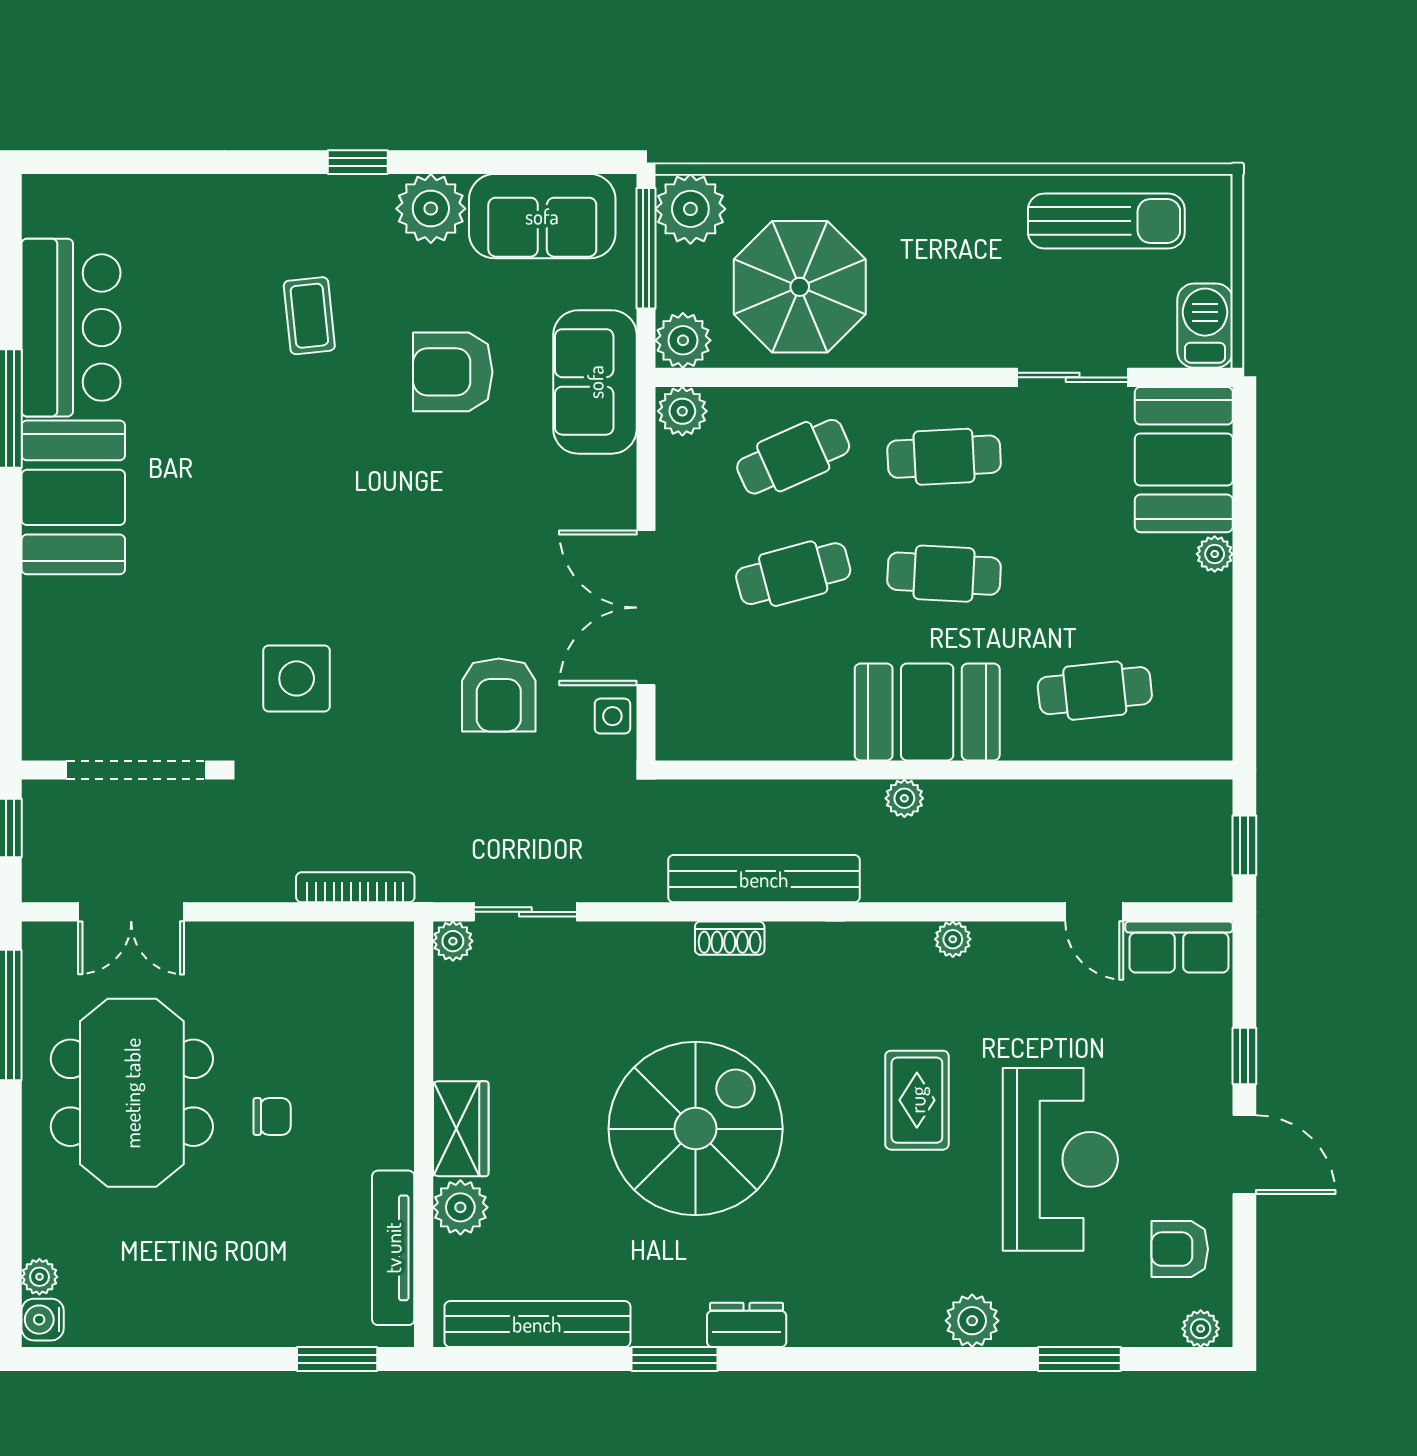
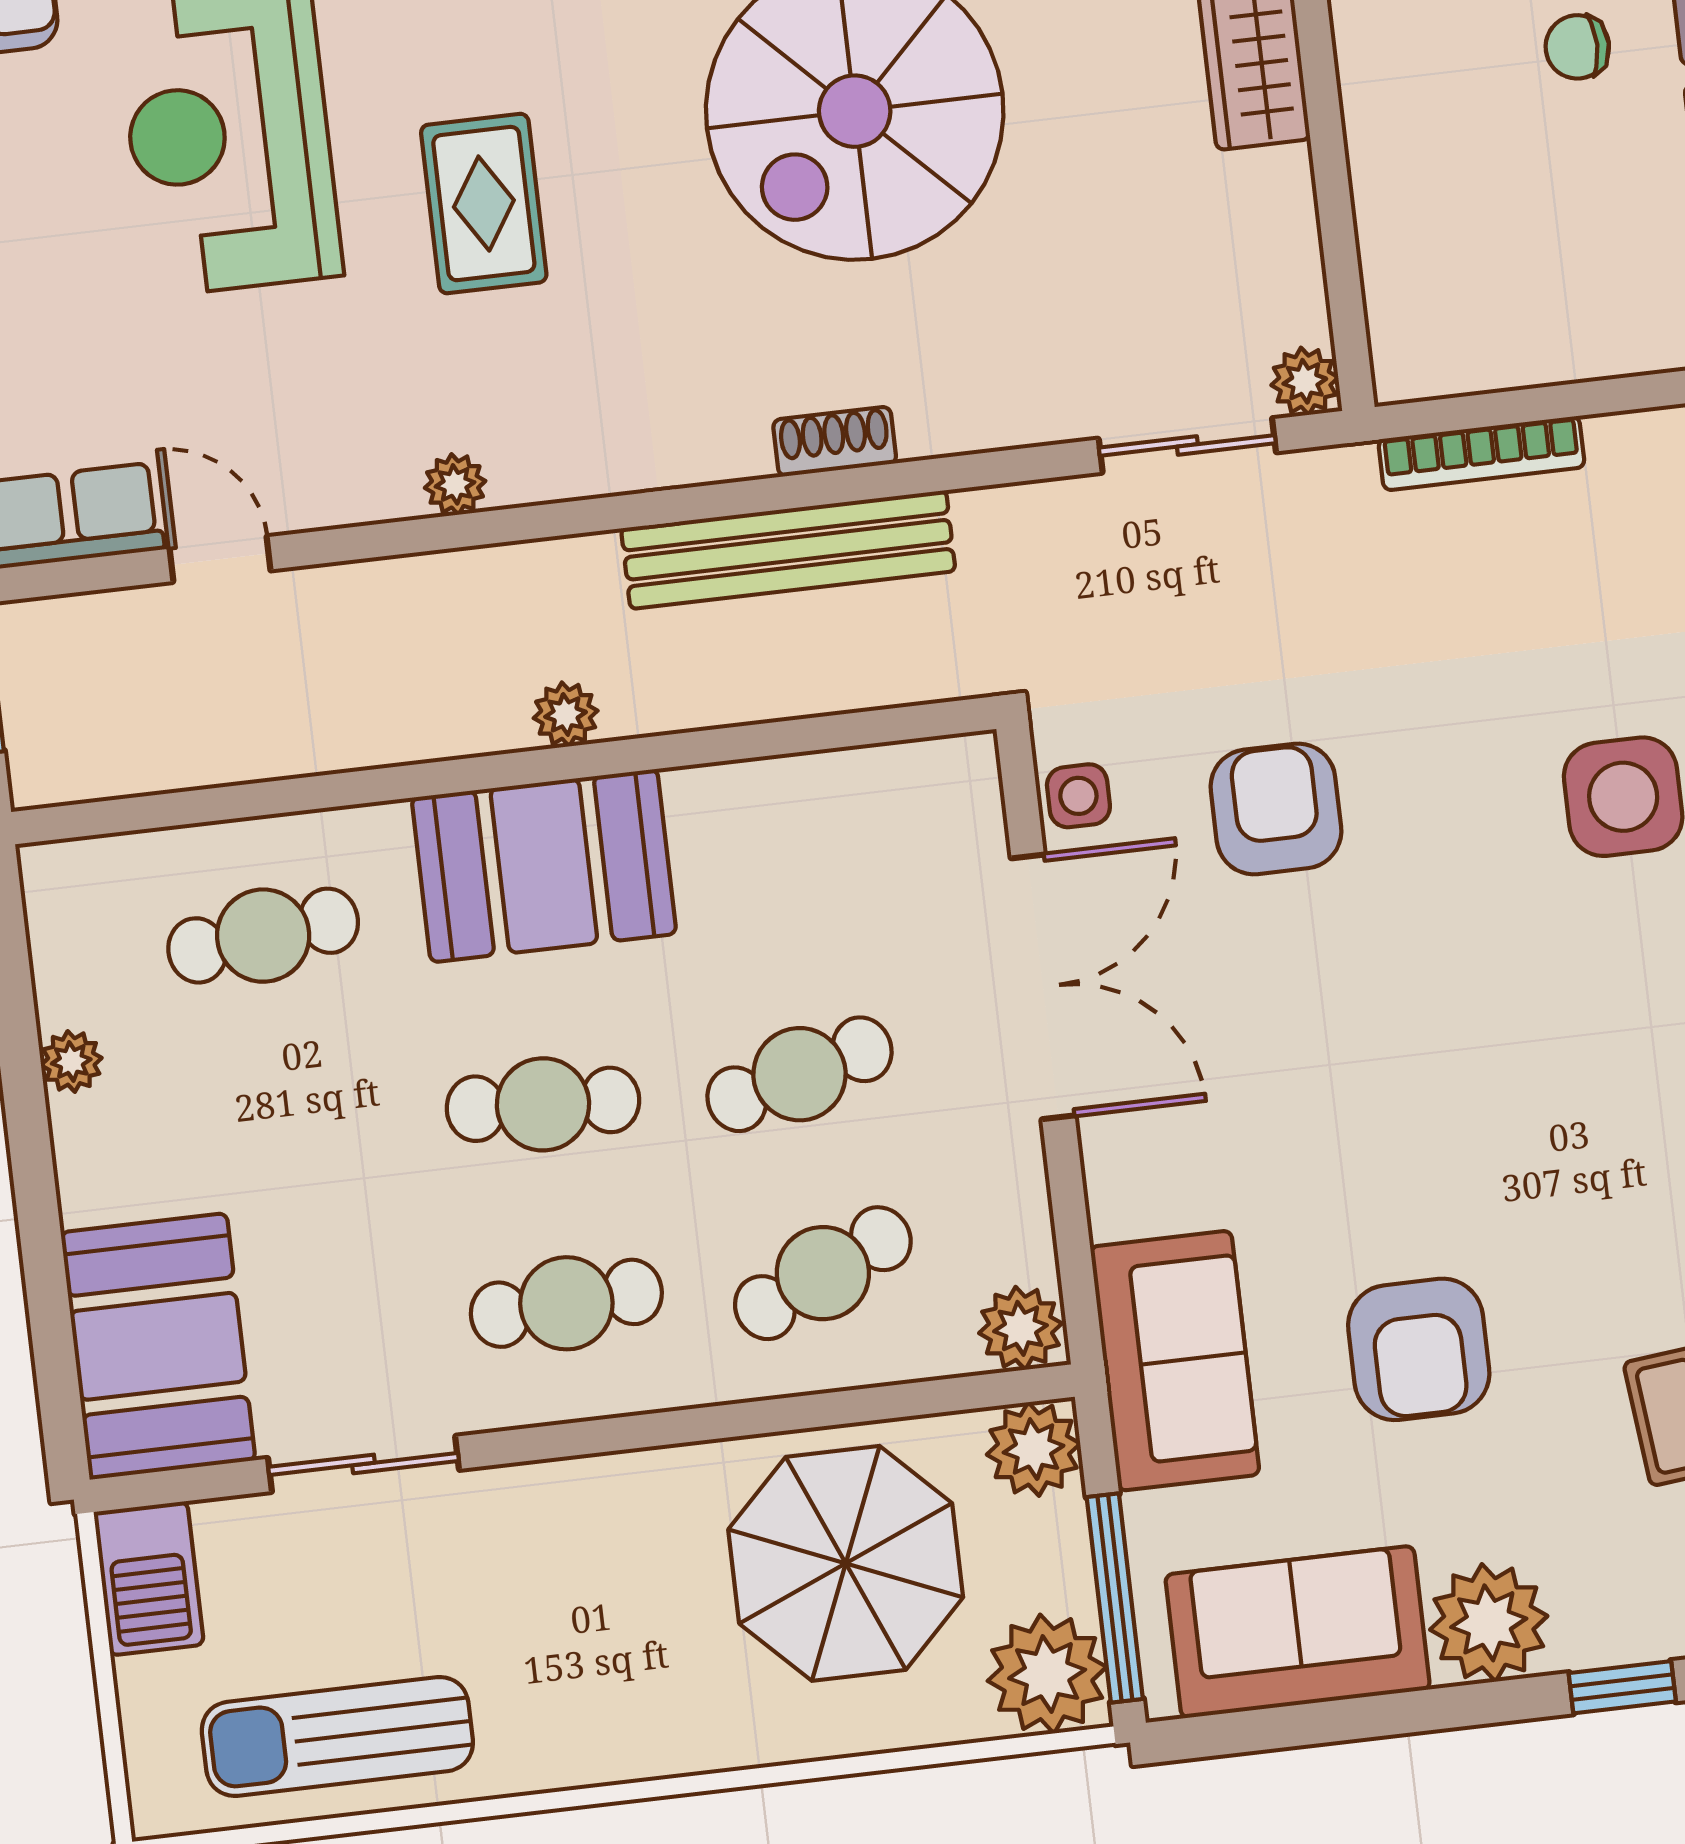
armchair: (453, 372) -> (1419, 1349), turned 90
plant: (1215, 554) -> (71, 1061), moved

